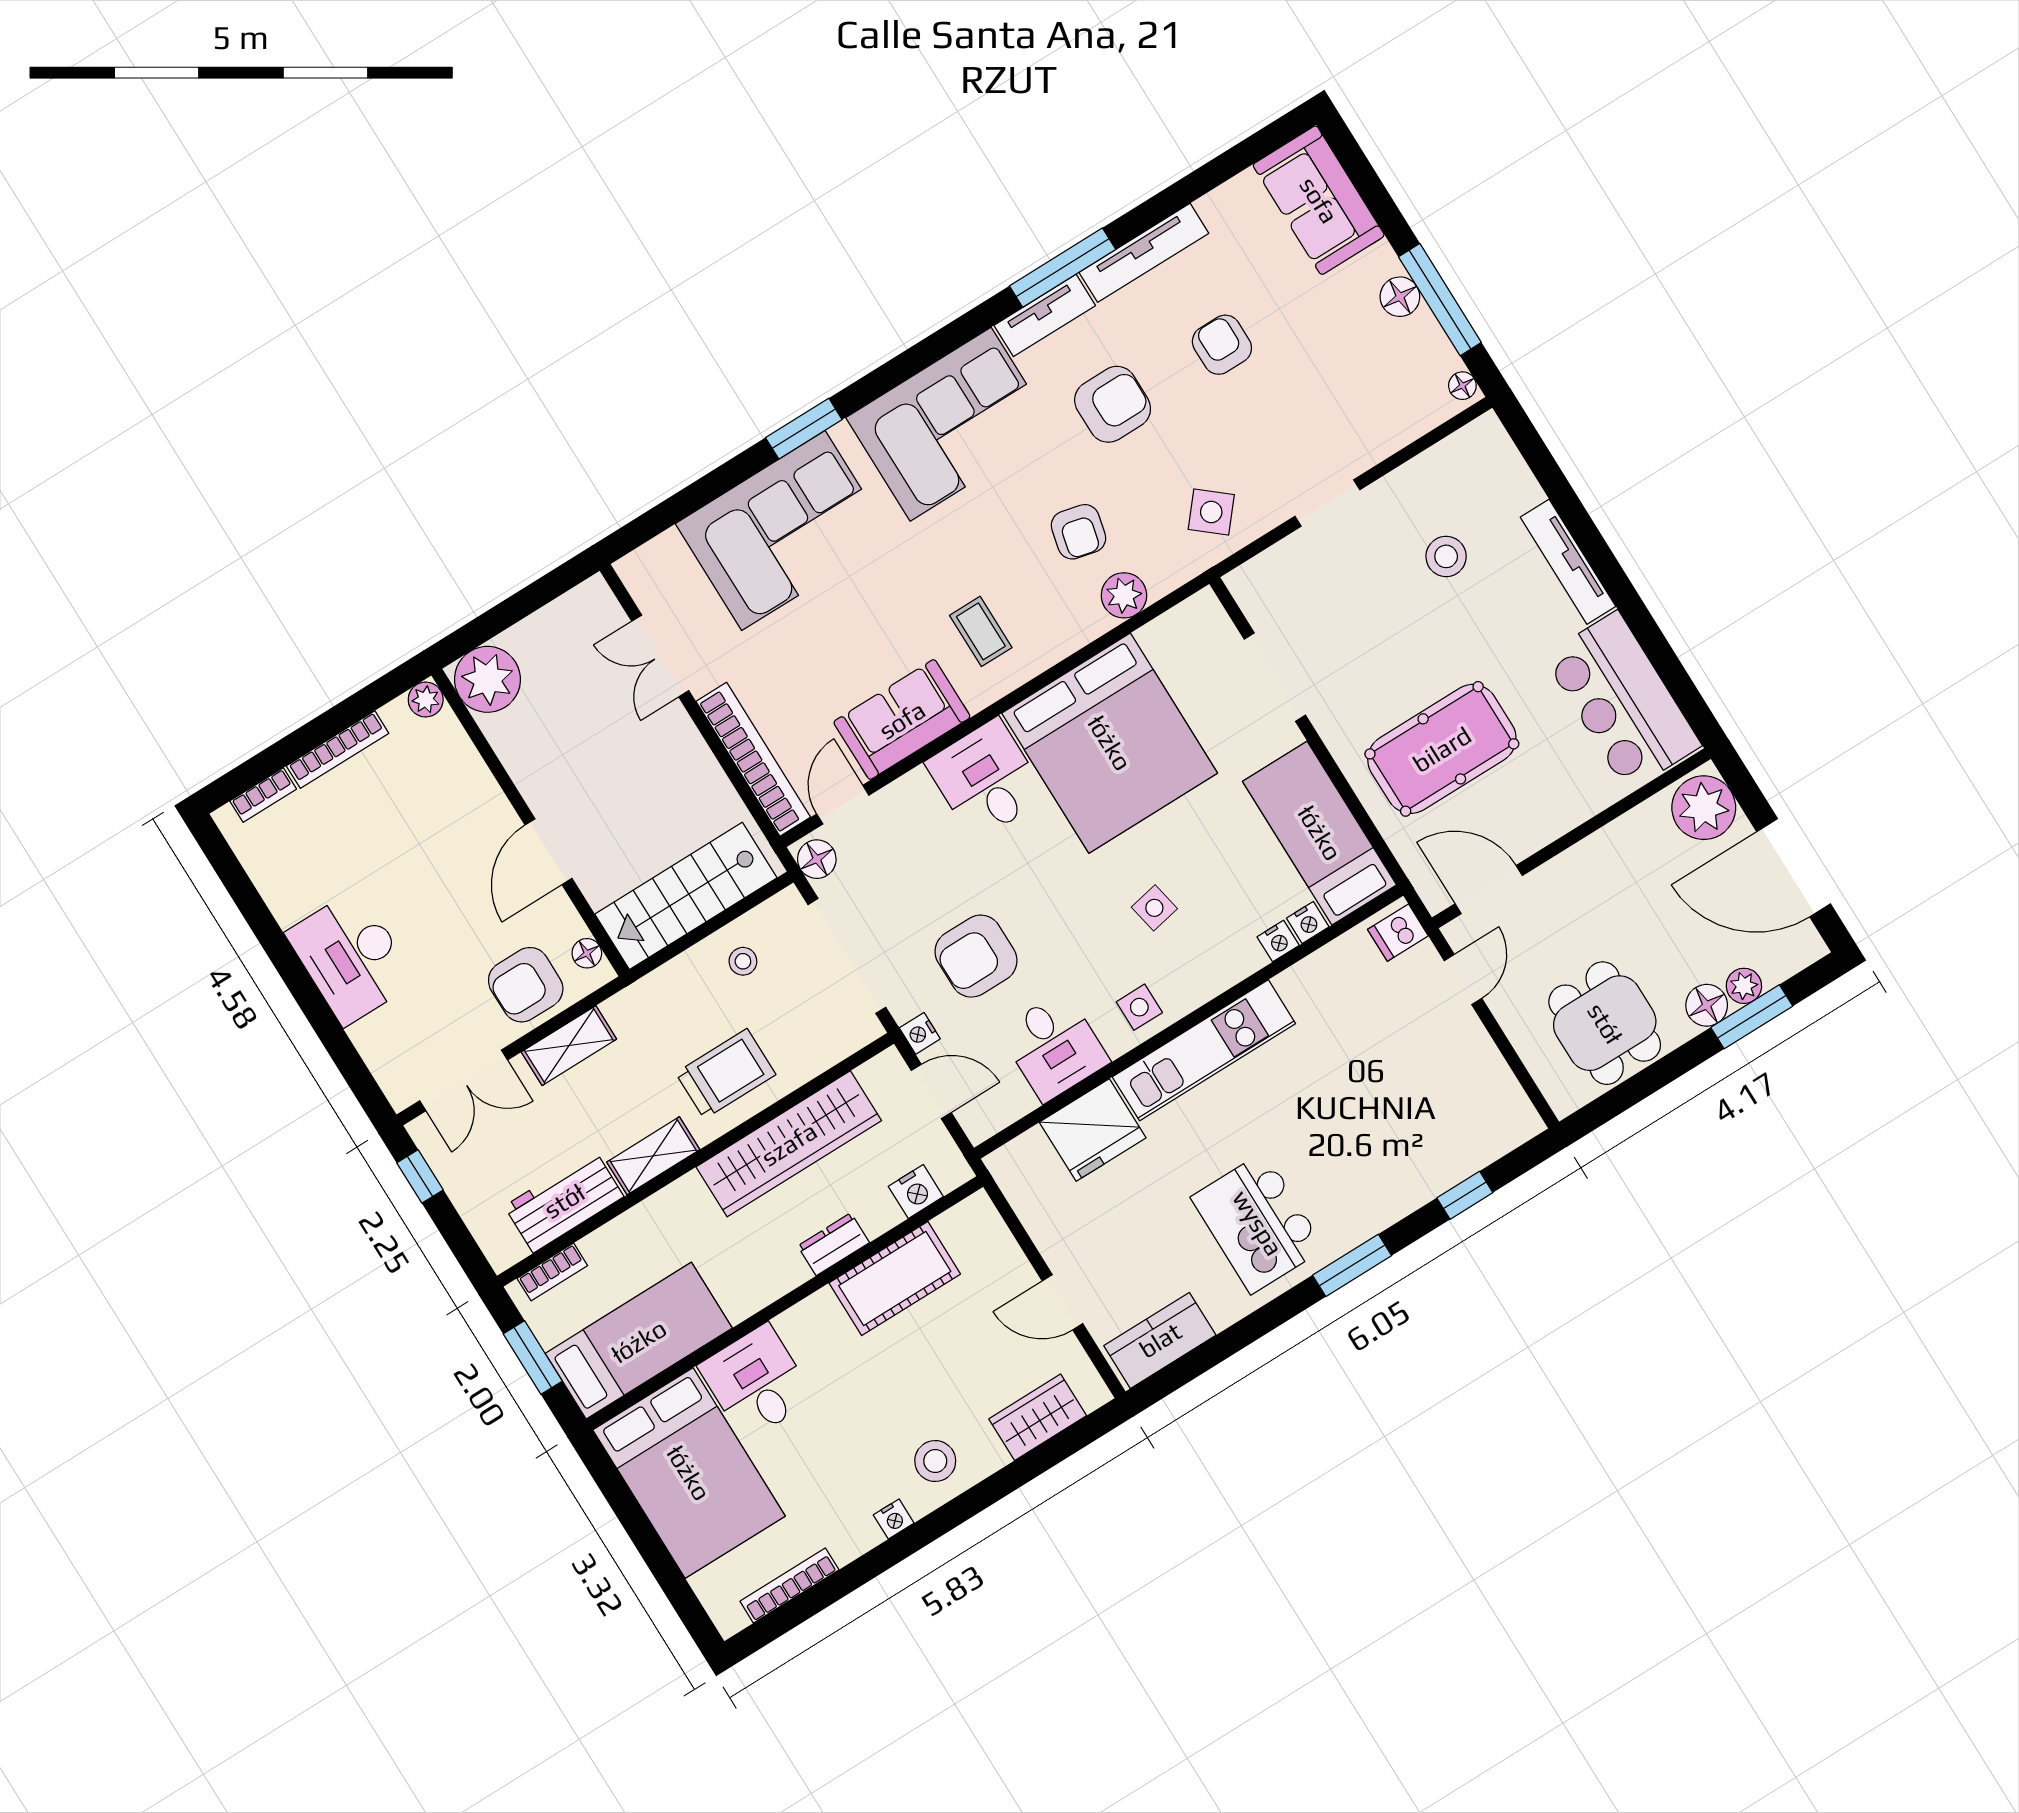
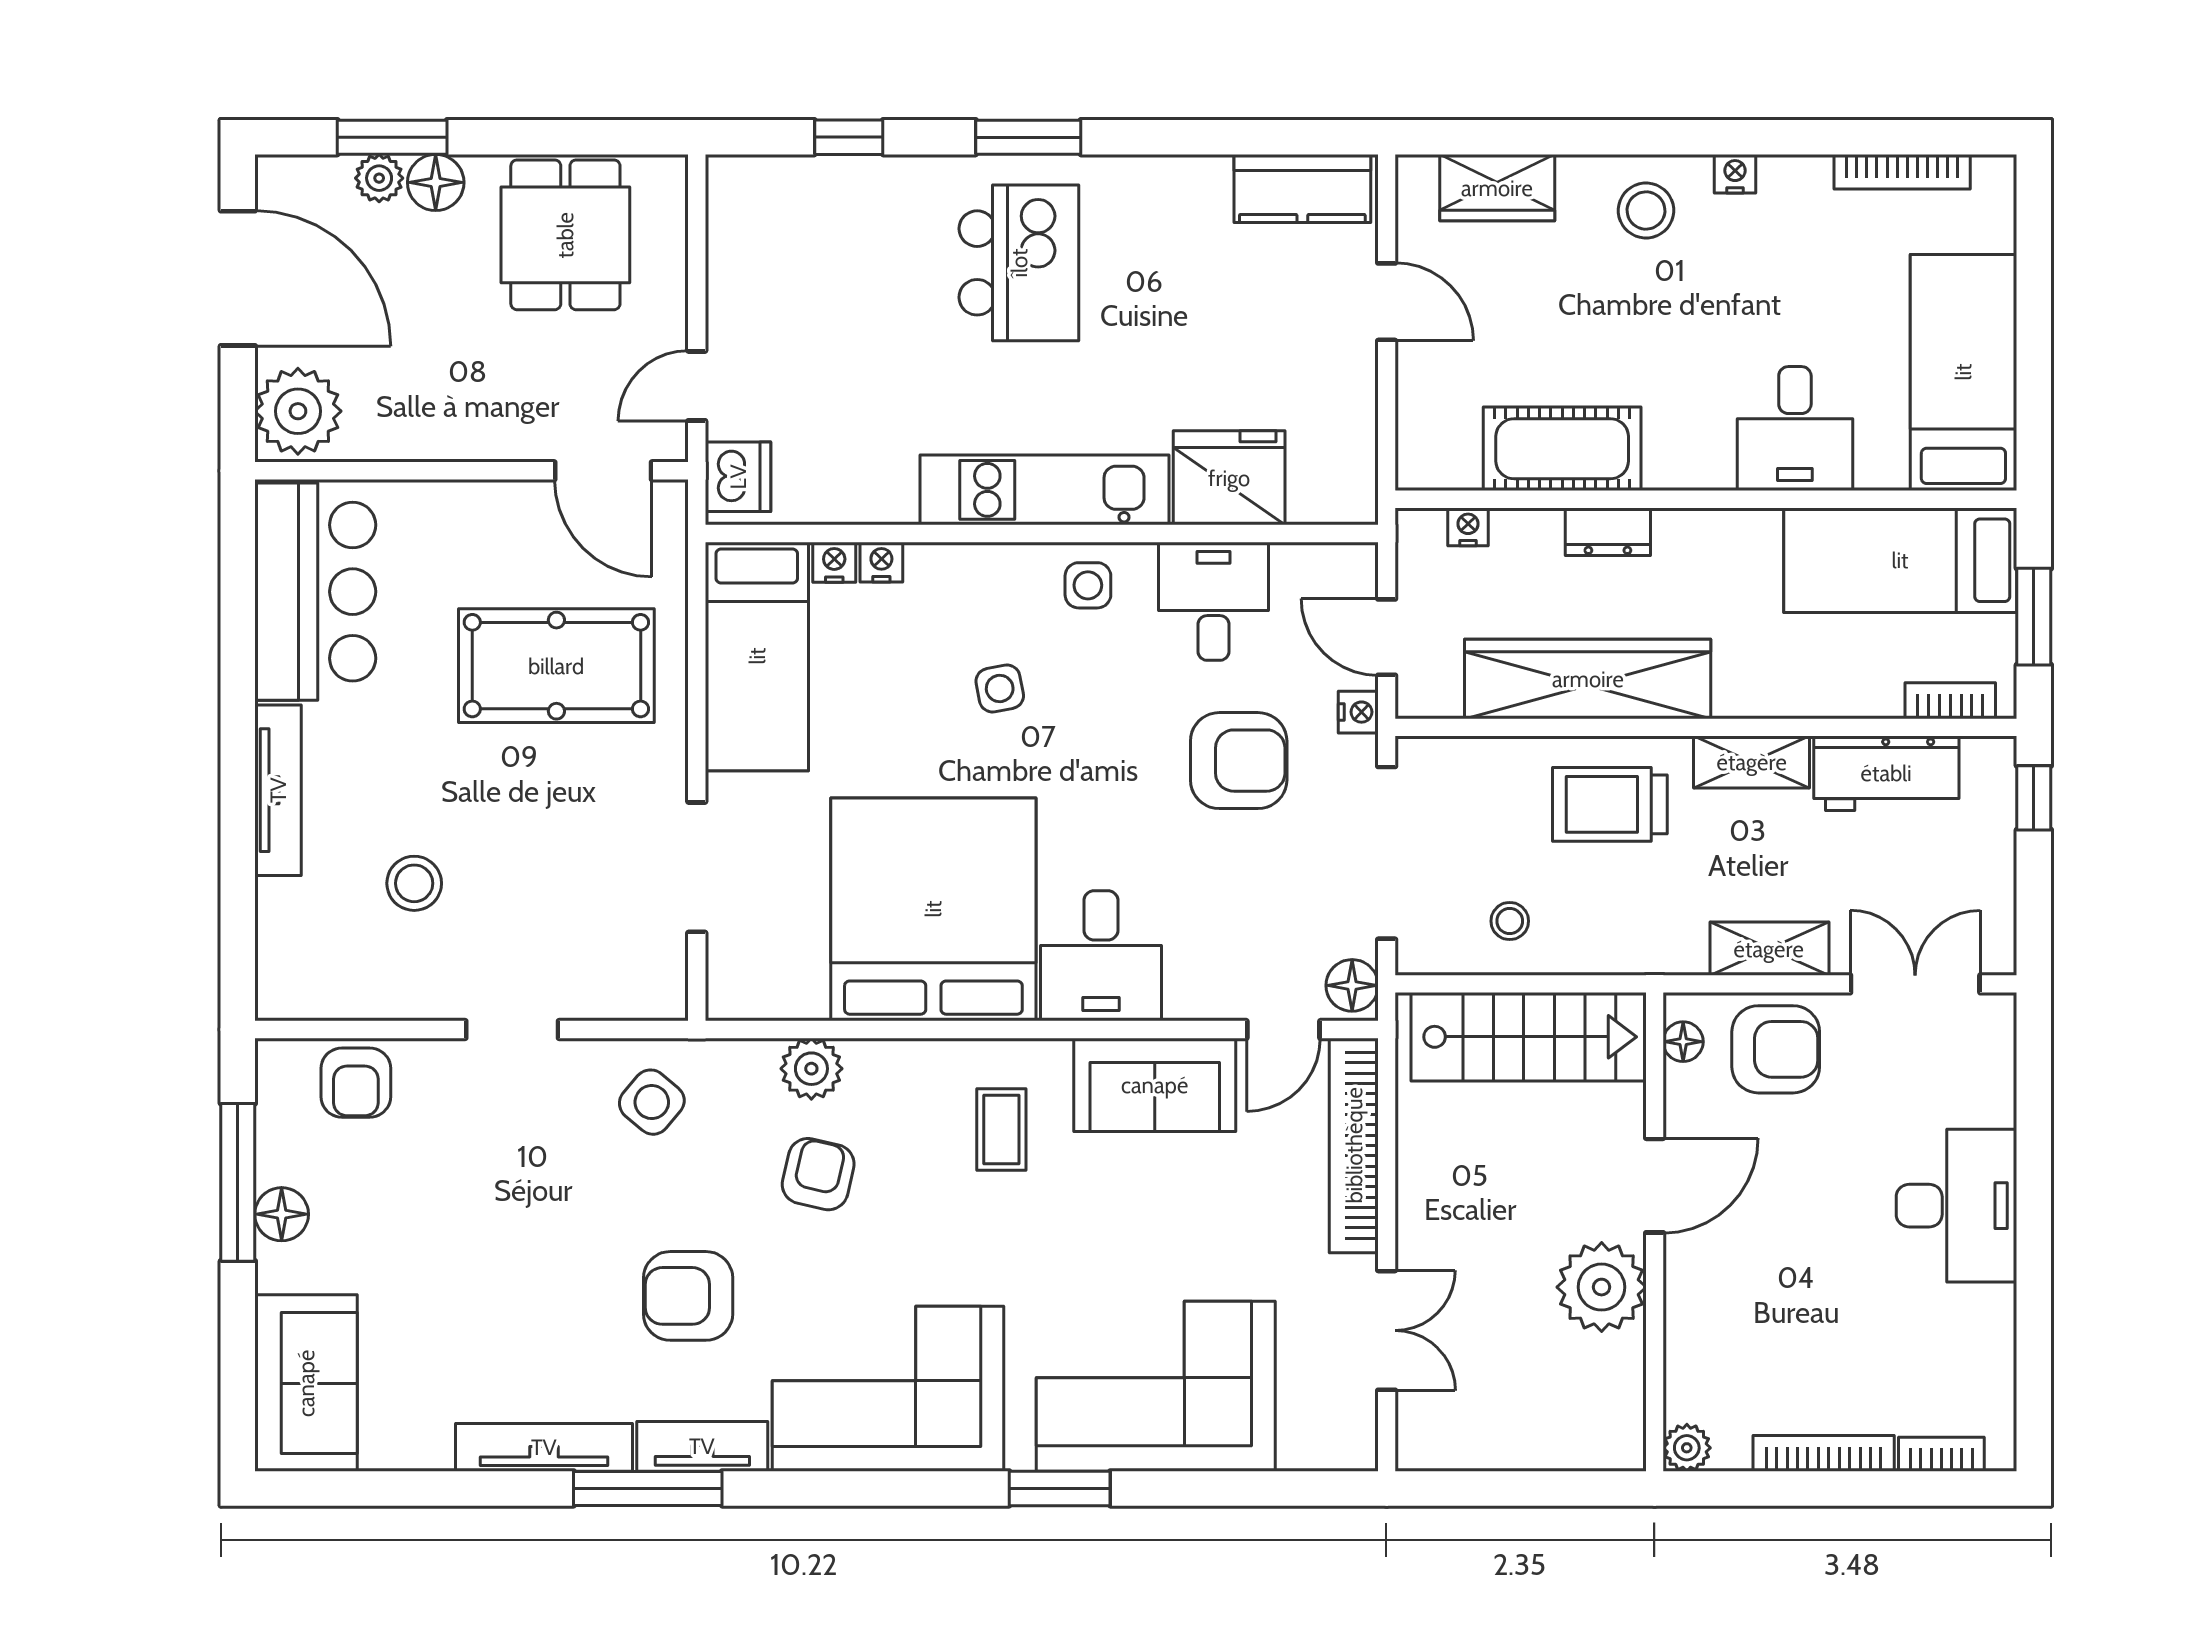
armchair: (1222, 345) -> (356, 1083), moved
floor lamp: (1462, 386) -> (273, 1068), removed
plant: (487, 679) -> (1602, 1287), moved
dishwasher: (1398, 933) -> (738, 477), width x1.38
window: (420, 1176) -> (2034, 798), moved
nightstand: (916, 1191) -> (1468, 527), width x0.72, depth x0.74
kitchen island: (1258, 1223) -> (1019, 263), moved
bed: (689, 1473) -> (1963, 372), width x0.67

